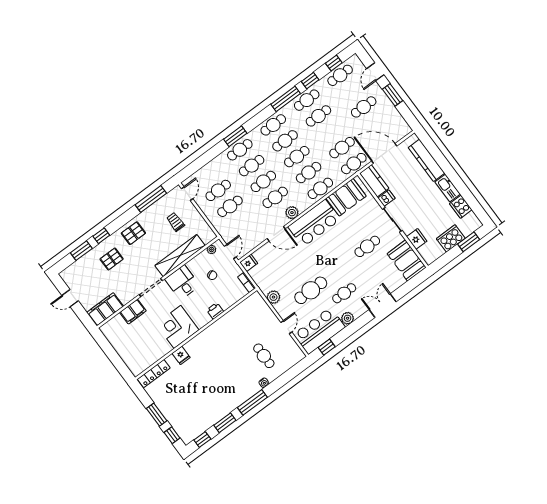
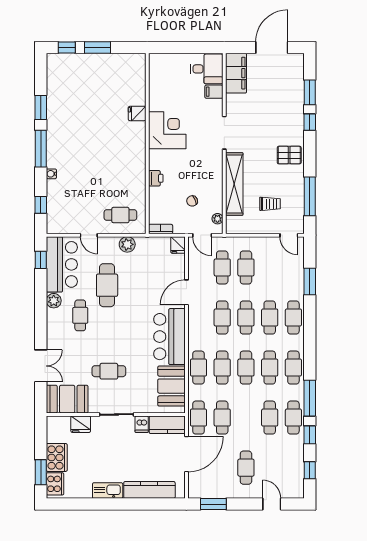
cafe table: (340, 75) -> (293, 468), removed
window: (392, 95) -> (213, 504), moved
window: (235, 136) -> (310, 281), moved
cafe table: (218, 190) -> (222, 267), moved
cooker: (461, 207) -> (55, 484), moved, turned 90
plant: (292, 213) -> (195, 323), removed
pallet: (133, 233) -> (289, 155), turned 90
cafe table: (367, 246) -> (109, 371), turned 90
pallet: (112, 259) -> (280, 116), removed
desk: (182, 282) -> (207, 69), moved
door: (70, 298) -> (272, 47), width x1.87
double door: (383, 306) -> (41, 366), moved
filing cabinet: (133, 312) -> (214, 92), width x0.50
cafe table: (264, 356) -> (120, 215), moved
locker: (154, 374) -> (139, 74), removed
window: (202, 439) -> (41, 205), moved

